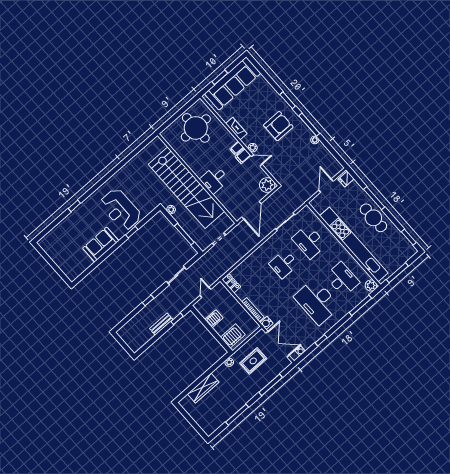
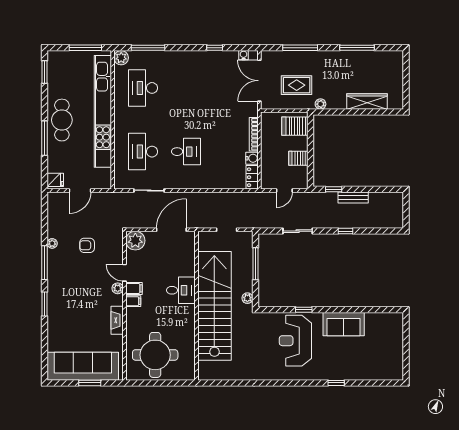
armchair: (278, 126) -> (87, 245), moved, width x0.53, depth x0.53
reception desk: (120, 210) -> (295, 341), turned 180
desk: (309, 242) -> (143, 152), turned 180
desk: (317, 302) -> (186, 88), removed
water cooler: (266, 323) -> (252, 158), moved

